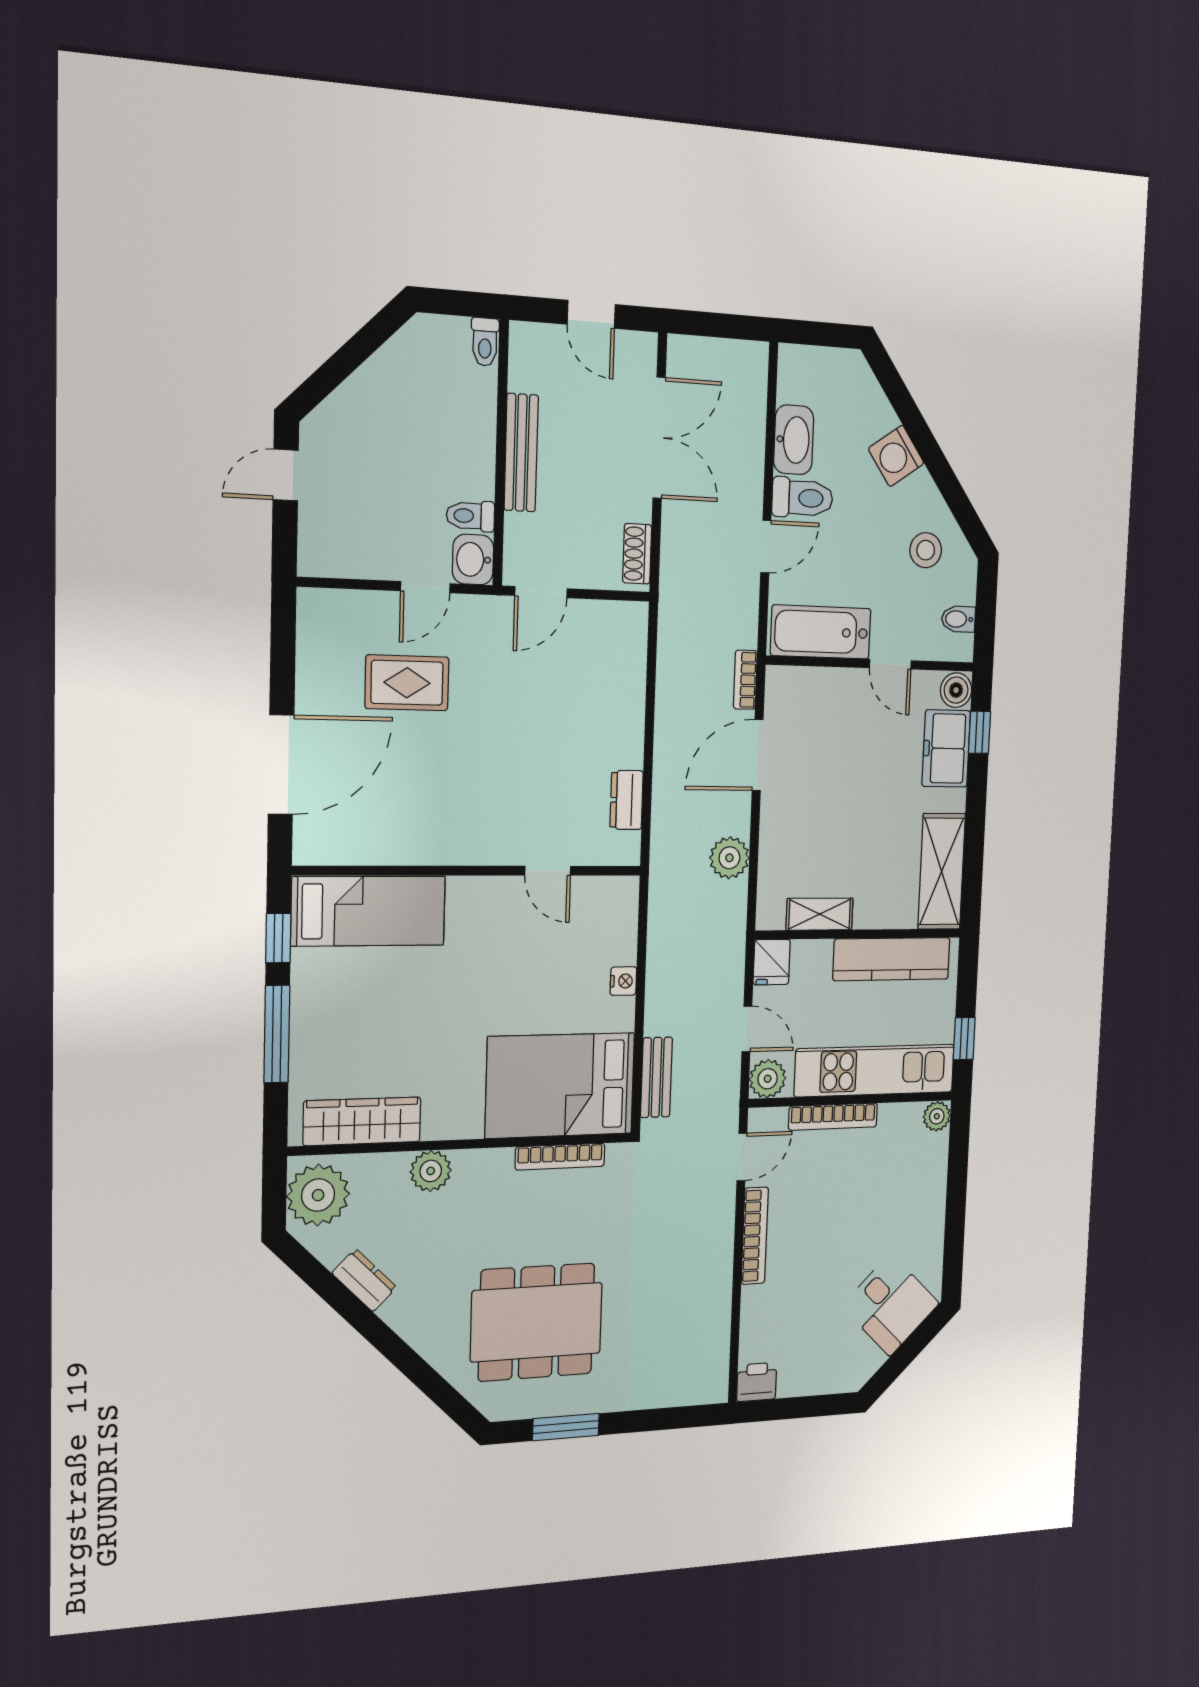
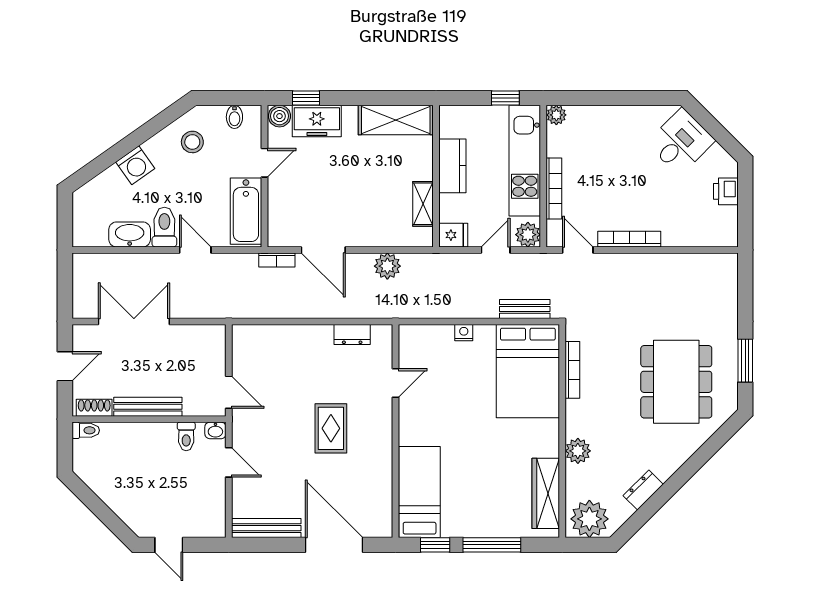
shoe rack: (637, 554) -> (94, 408), moved, turned 180
washbasin: (473, 559) -> (215, 430), width x0.72, depth x0.69
bench: (312, 648) -> (266, 528), added
rug: (407, 683) -> (331, 428), moved
kitchen counter: (892, 959) -> (452, 166), width x0.67
printer: (757, 1382) -> (726, 191), moved

